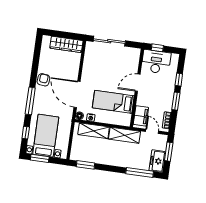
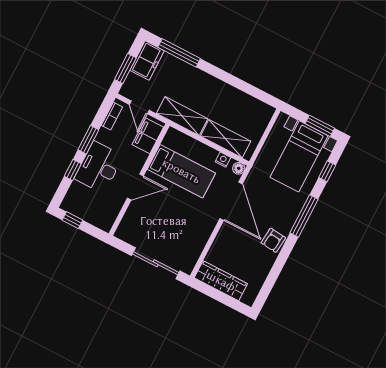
window: (157, 48) -> (72, 220), moved
desk: (156, 62) -> (99, 167), moved, turned 90
window: (86, 165) -> (255, 92), removed

